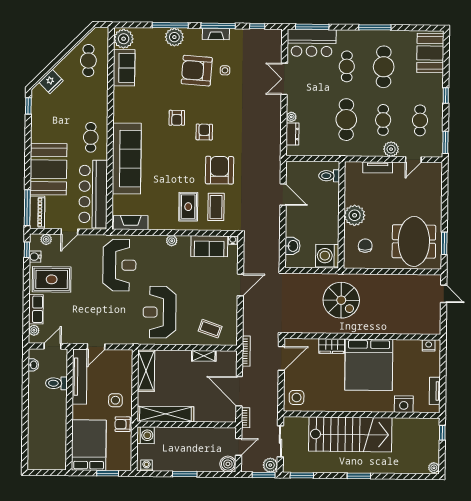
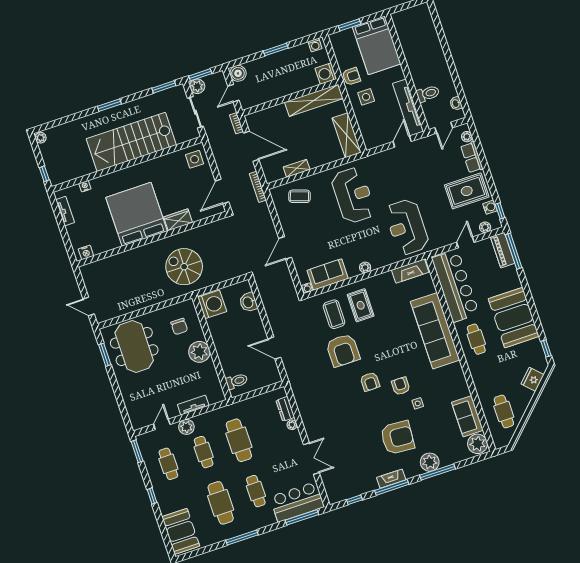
side table: (225, 70) -> (418, 403), moved
booth: (48, 169) -> (514, 318), moved
nightstand: (404, 404) -> (85, 186), width x0.53, depth x0.56

